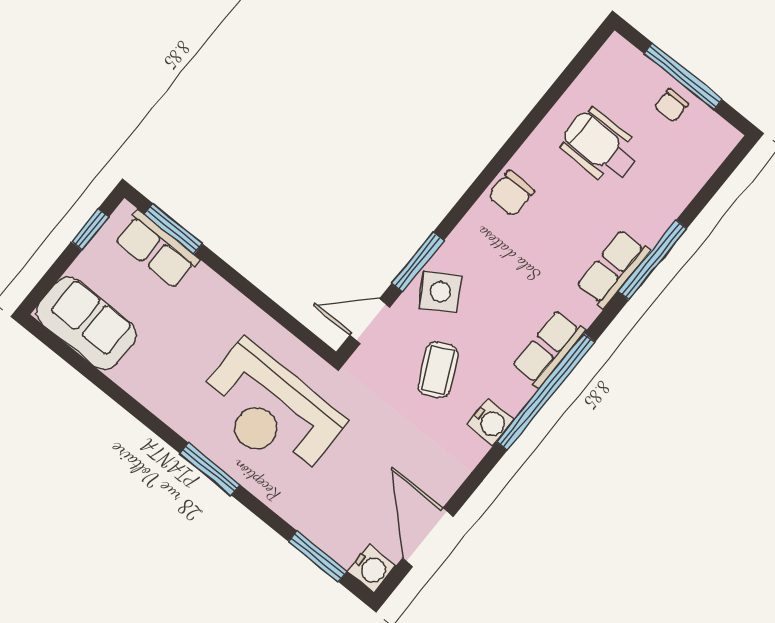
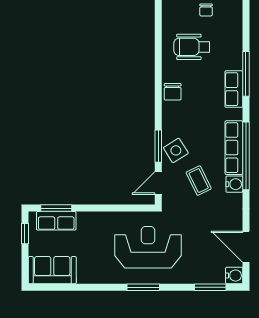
row of seats: (549, 349) -> (234, 148), width x1.48
reception desk: (270, 411) -> (148, 247), turned 180

